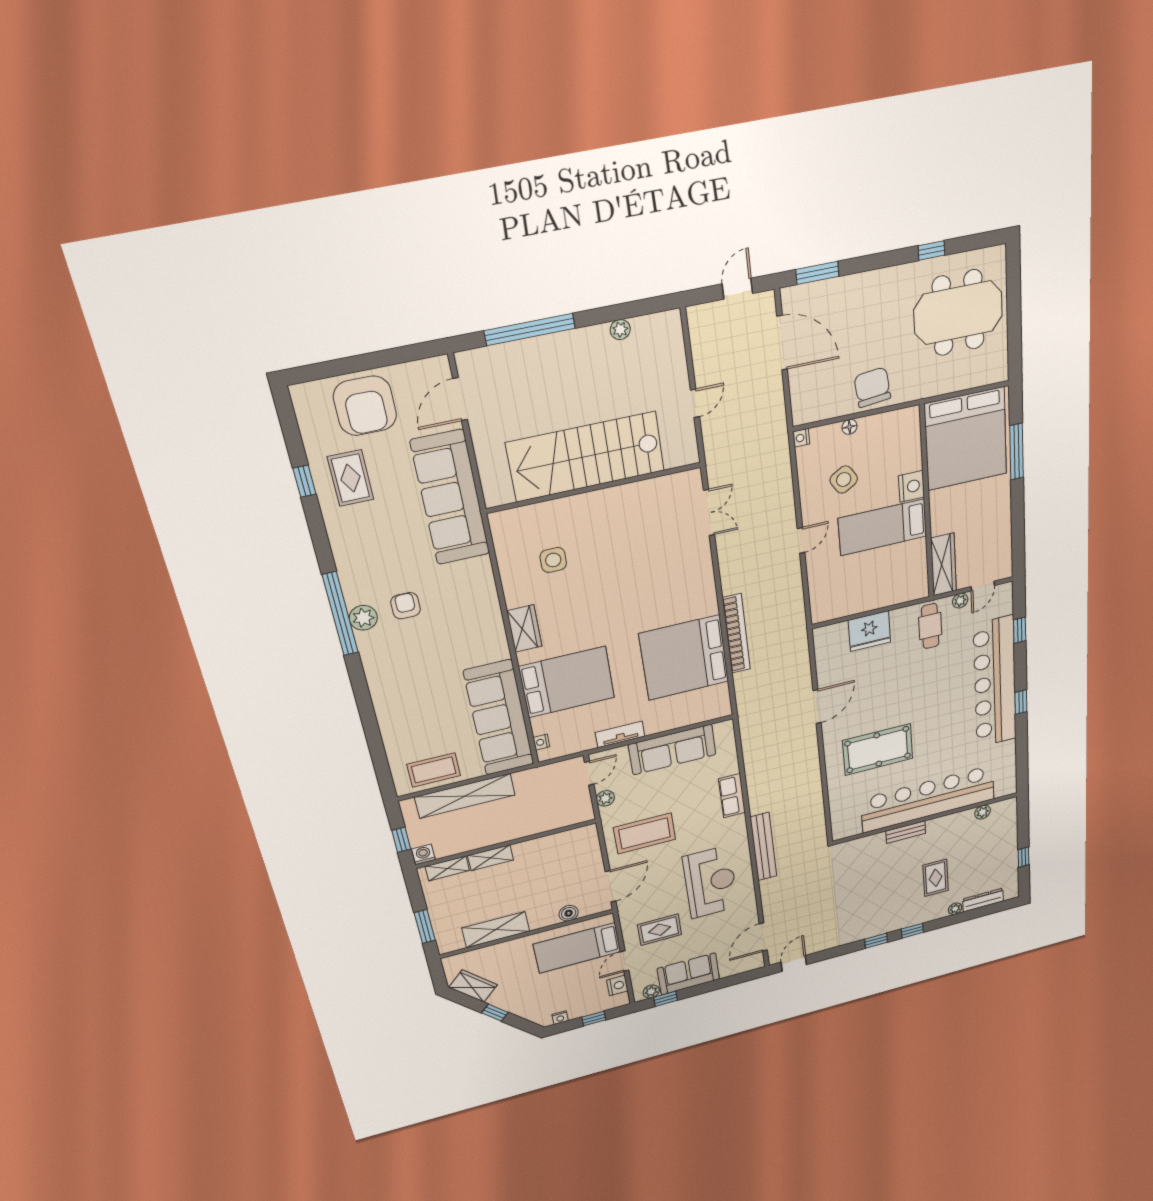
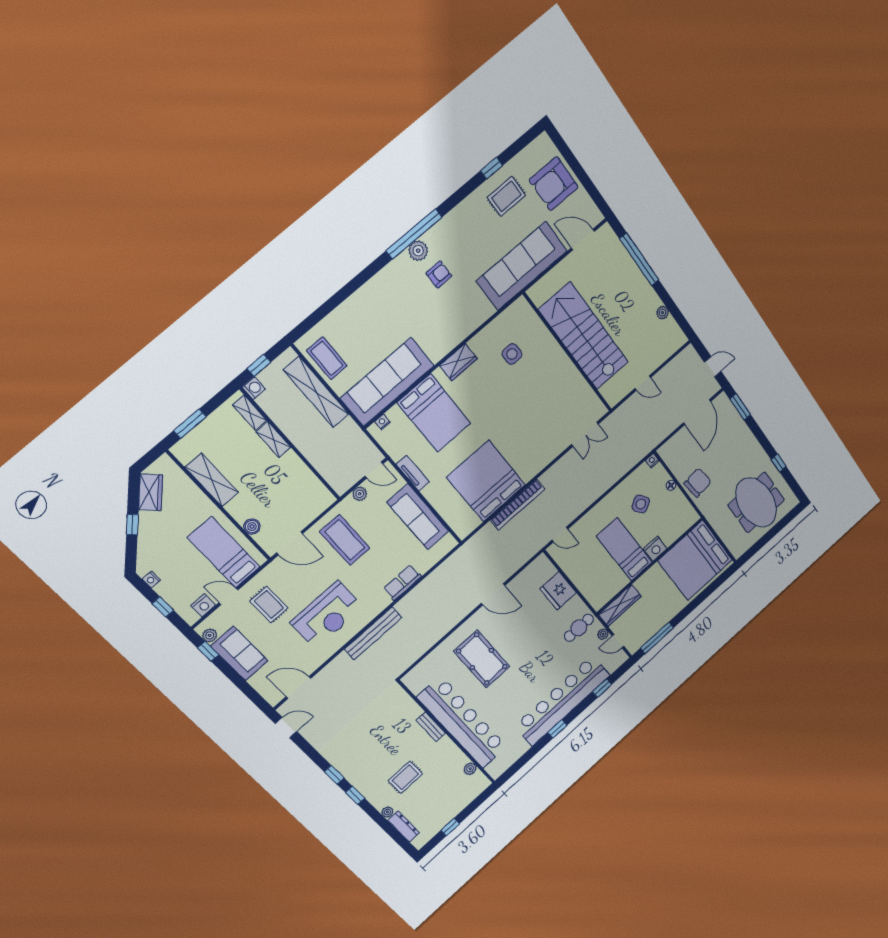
window: (1017, 452) -> (657, 638), moved
door: (801, 540) -> (560, 535), moved

